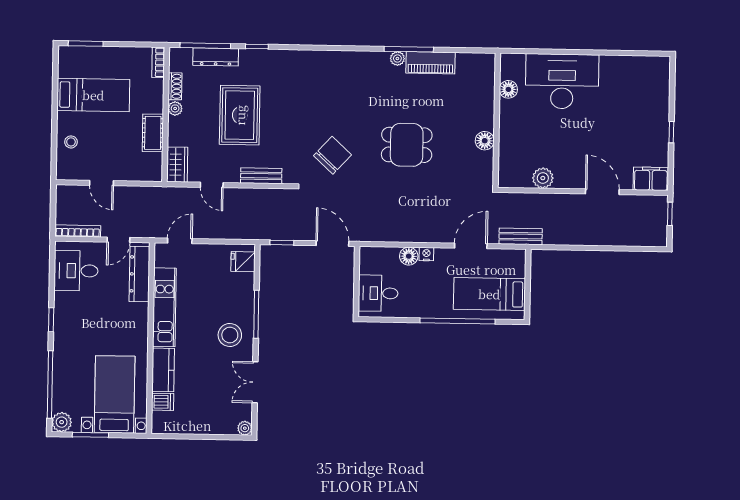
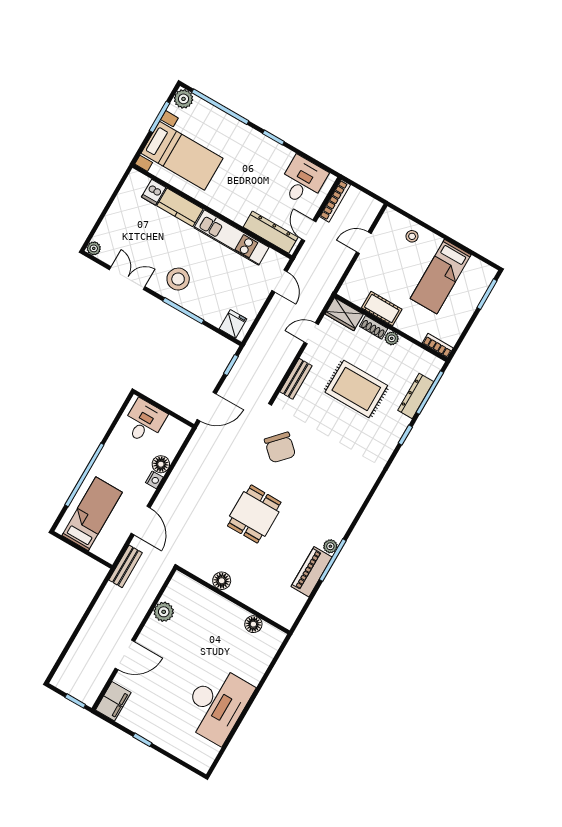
desk: (562, 81) -> (217, 704), moved
shoe rack: (175, 86) -> (374, 327), moved

